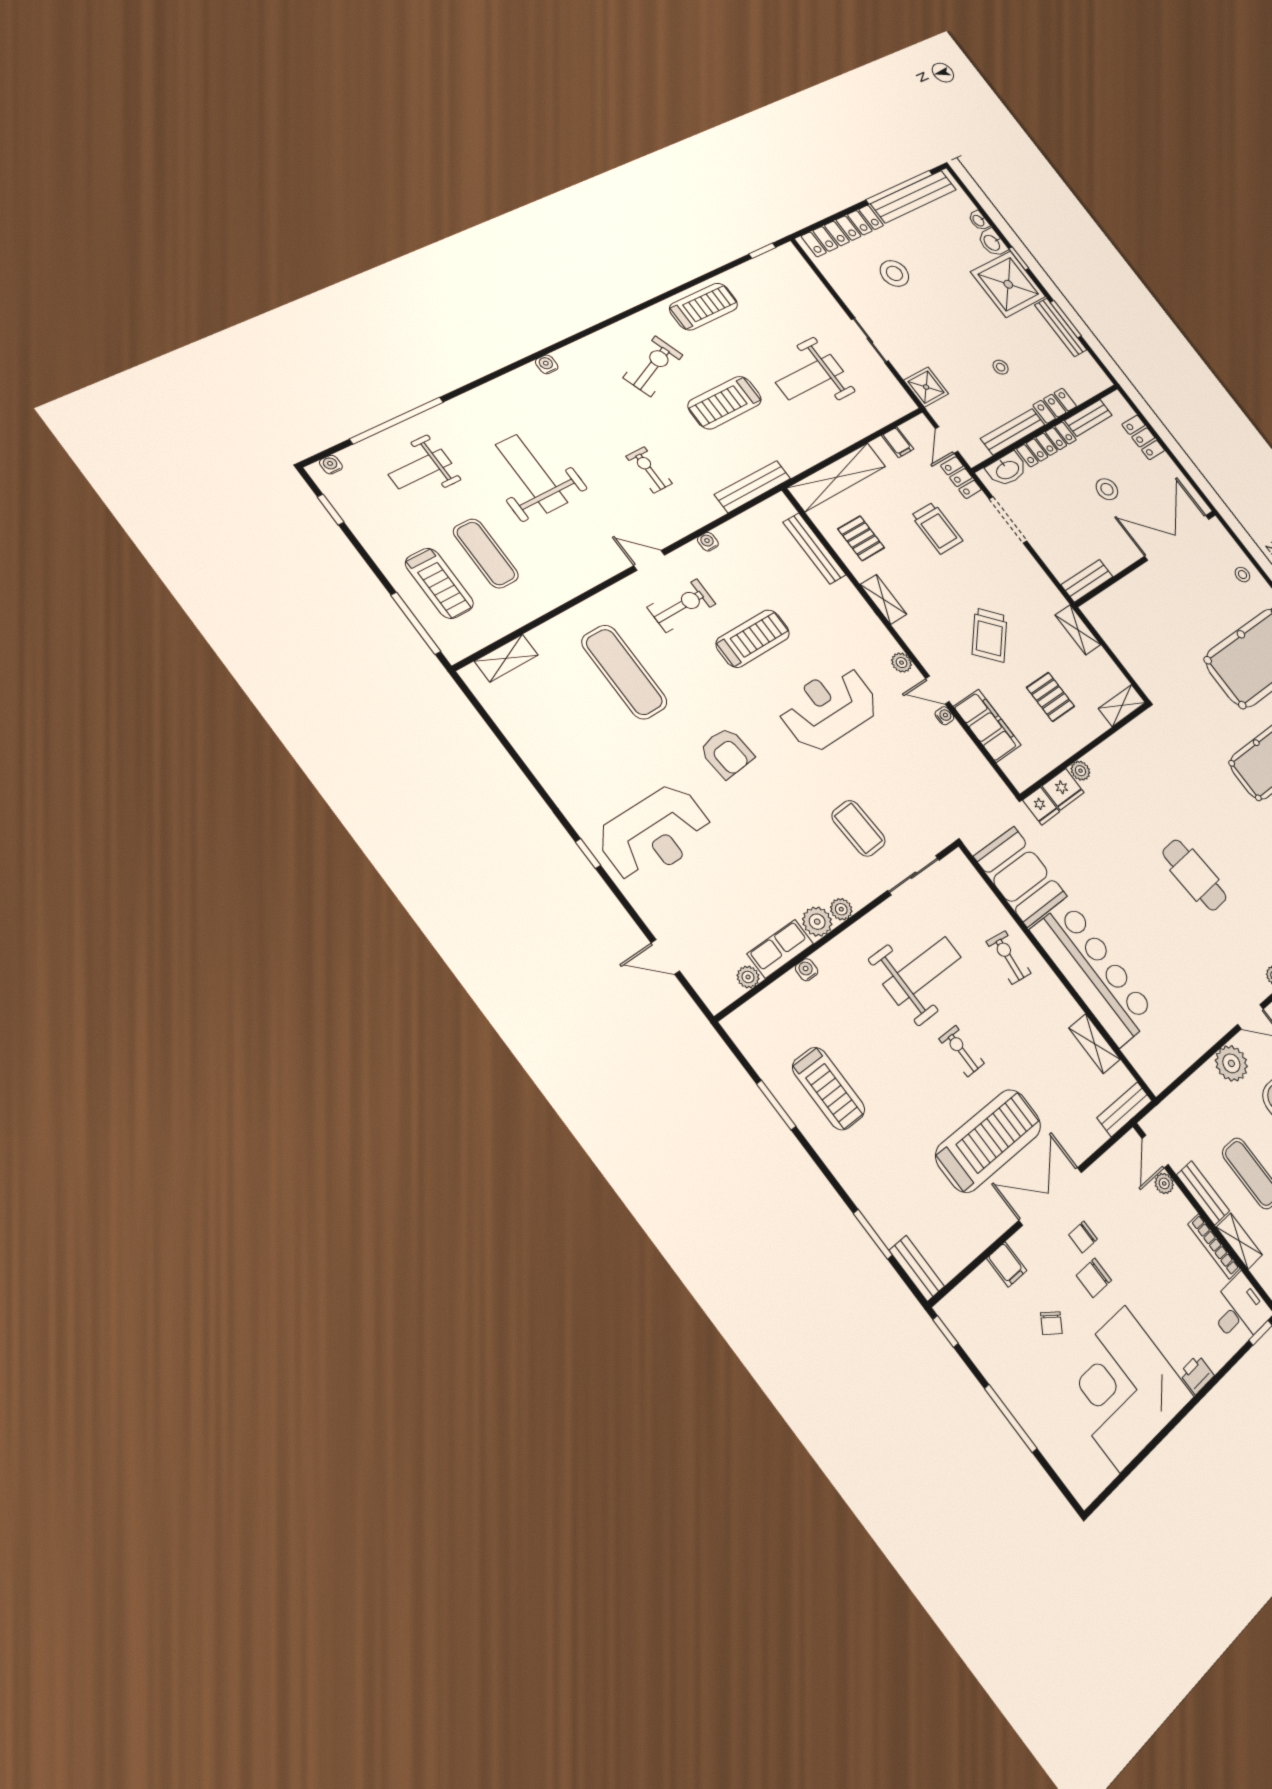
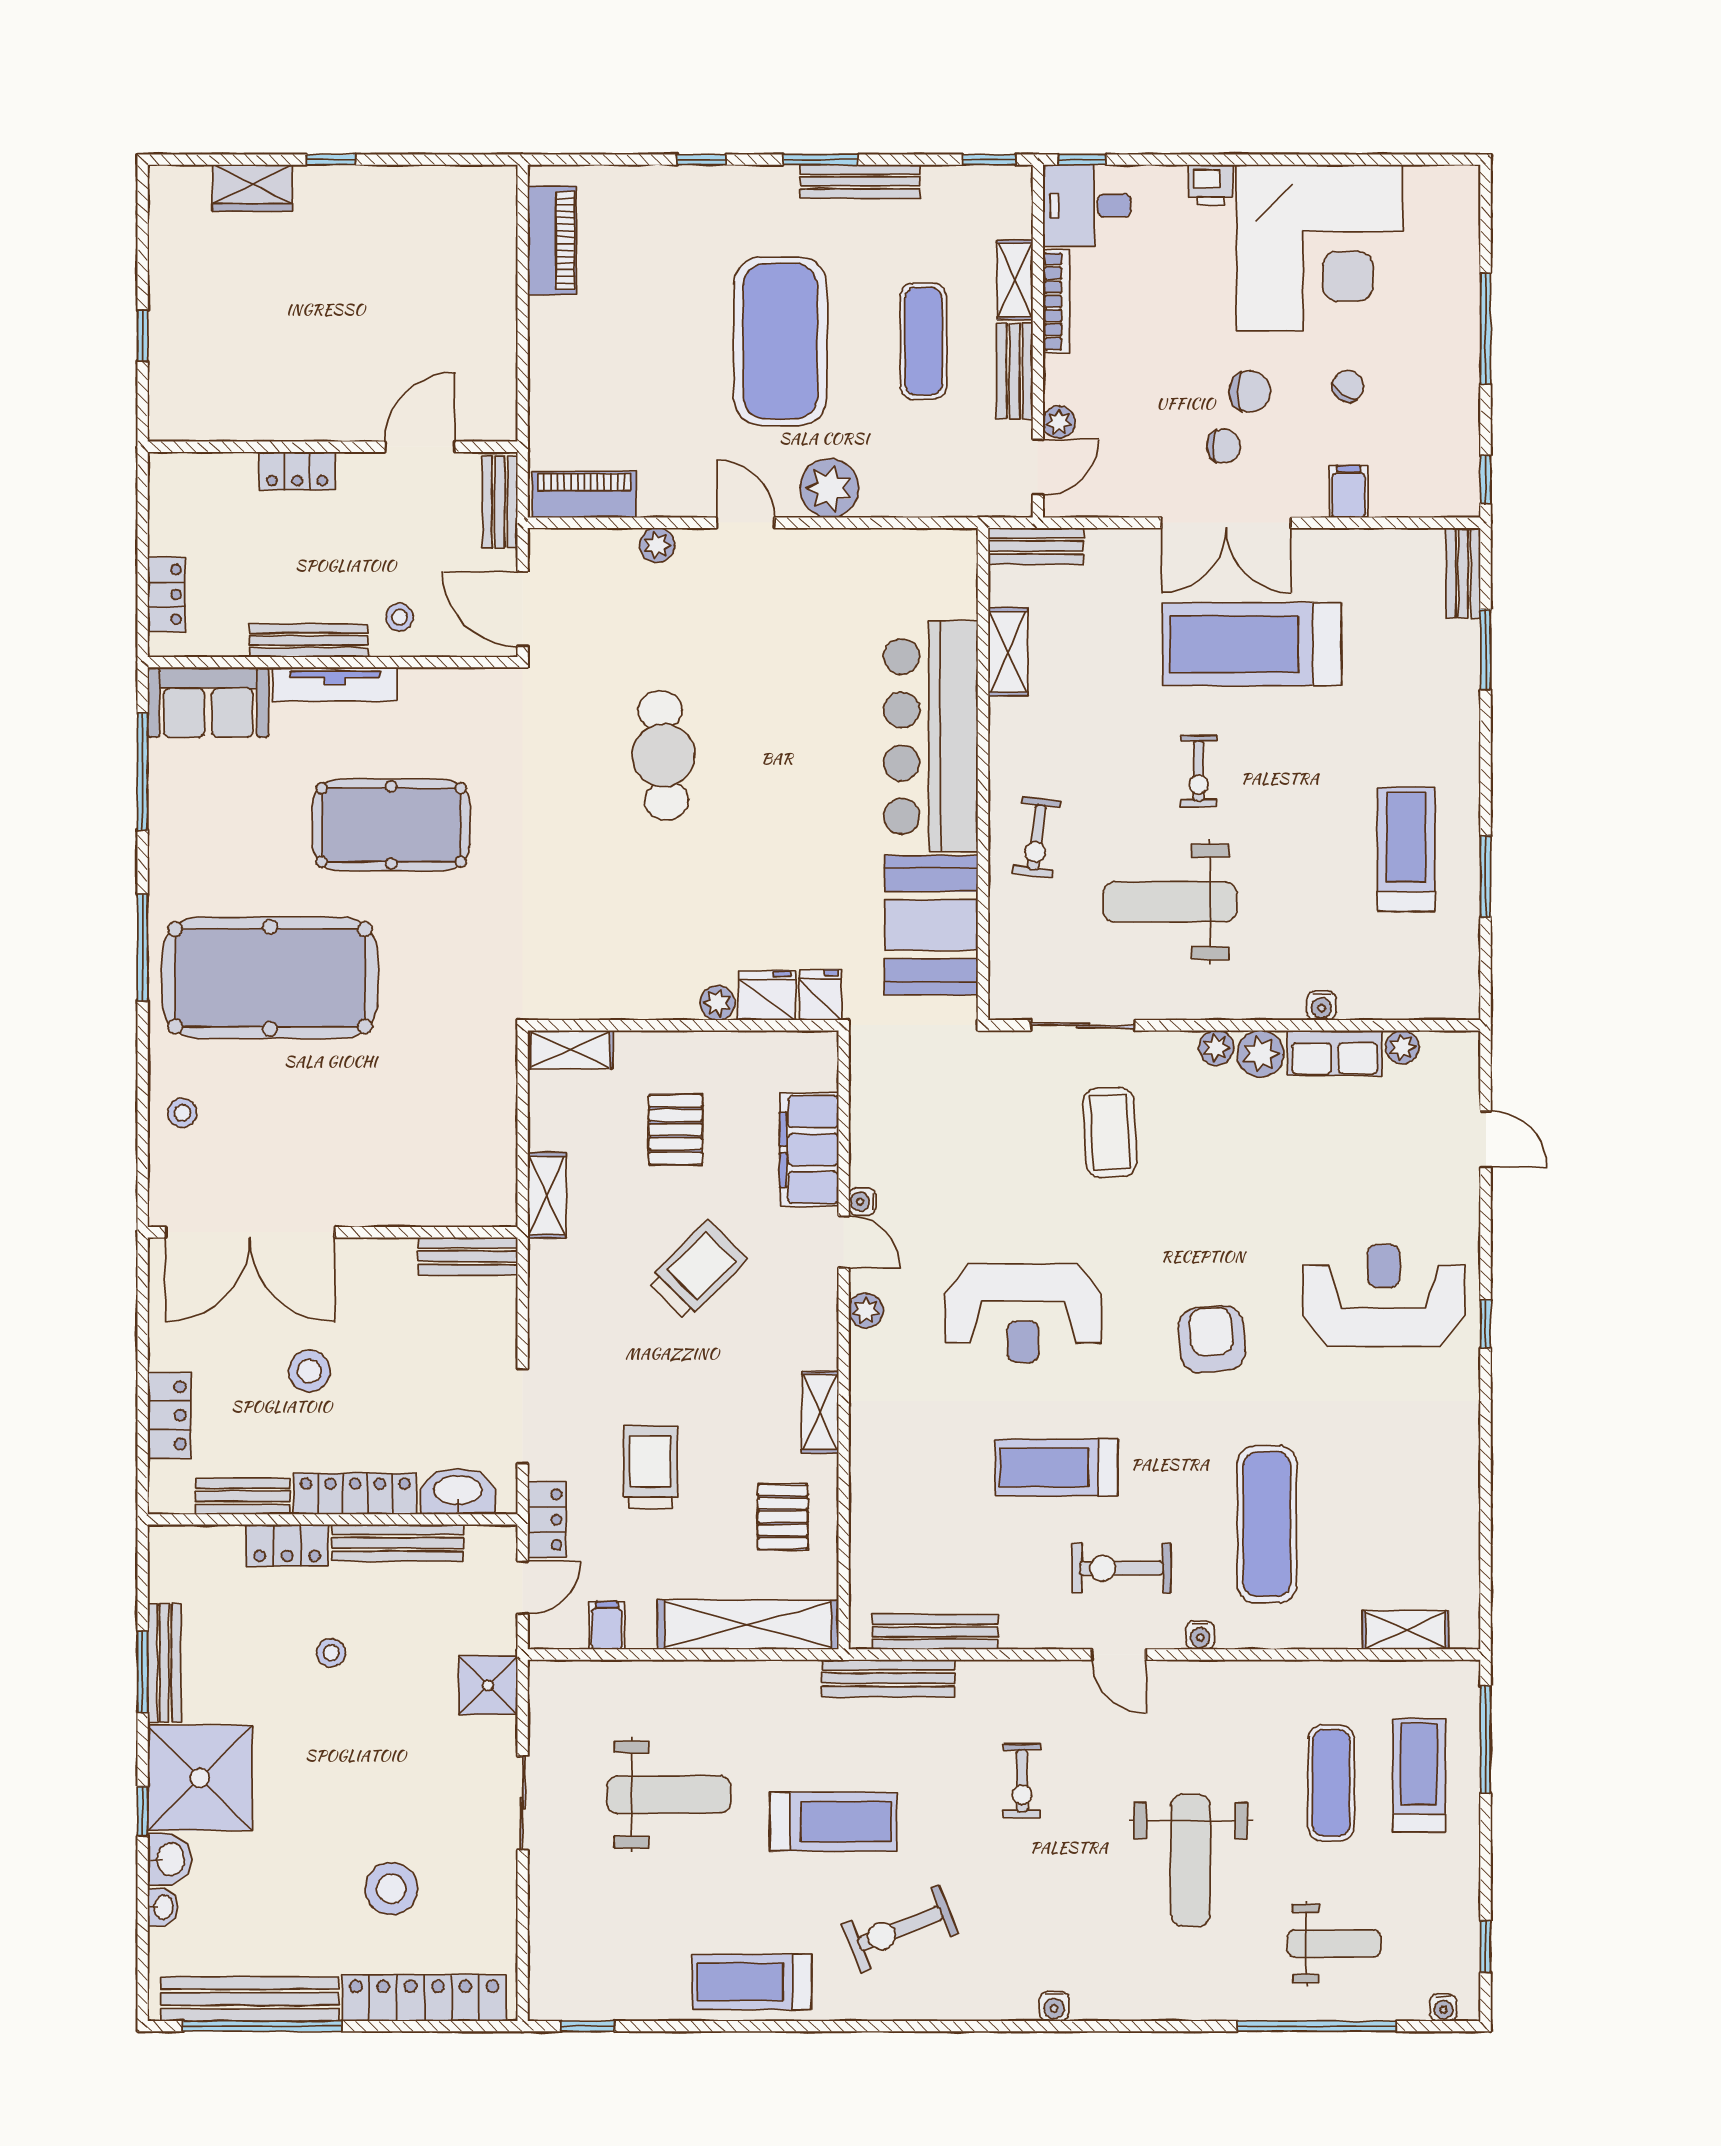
water cooler: (708, 542) -> (1200, 1635), moved
bench: (814, 549) -> (935, 1632), moved, turned 90

